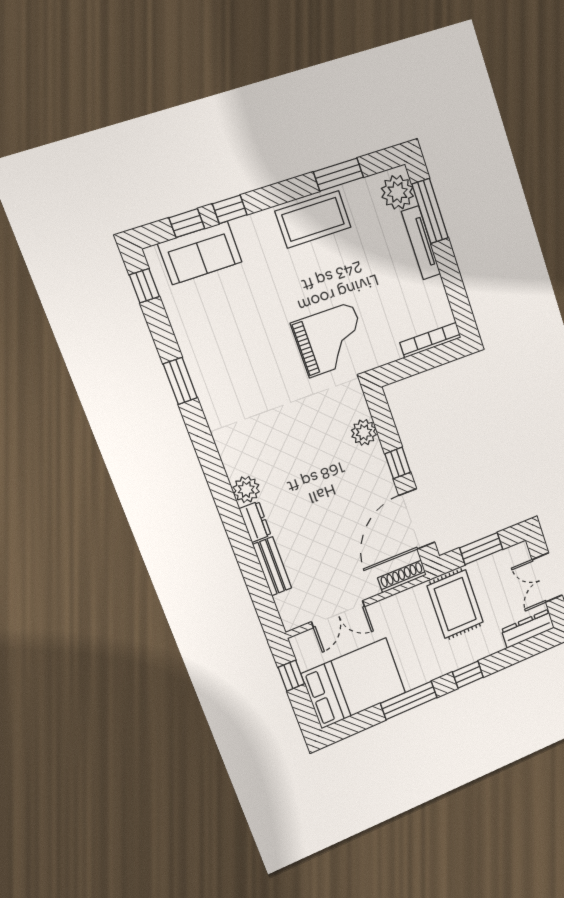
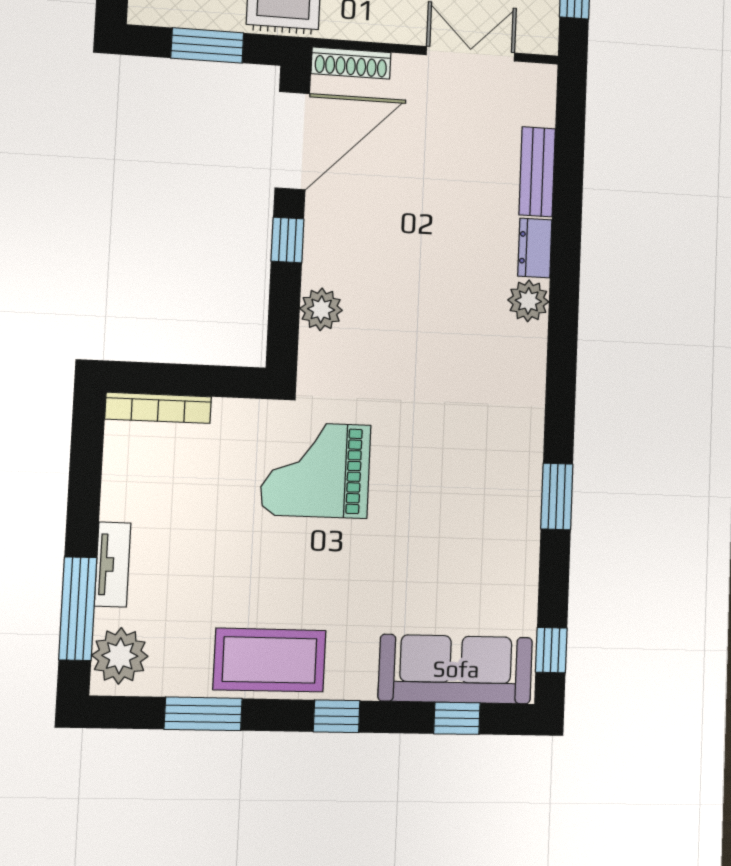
window: (230, 209) -> (337, 716), moved
tv unit: (421, 243) -> (113, 565), width x0.71
sofa: (200, 253) -> (456, 669), width x1.36

